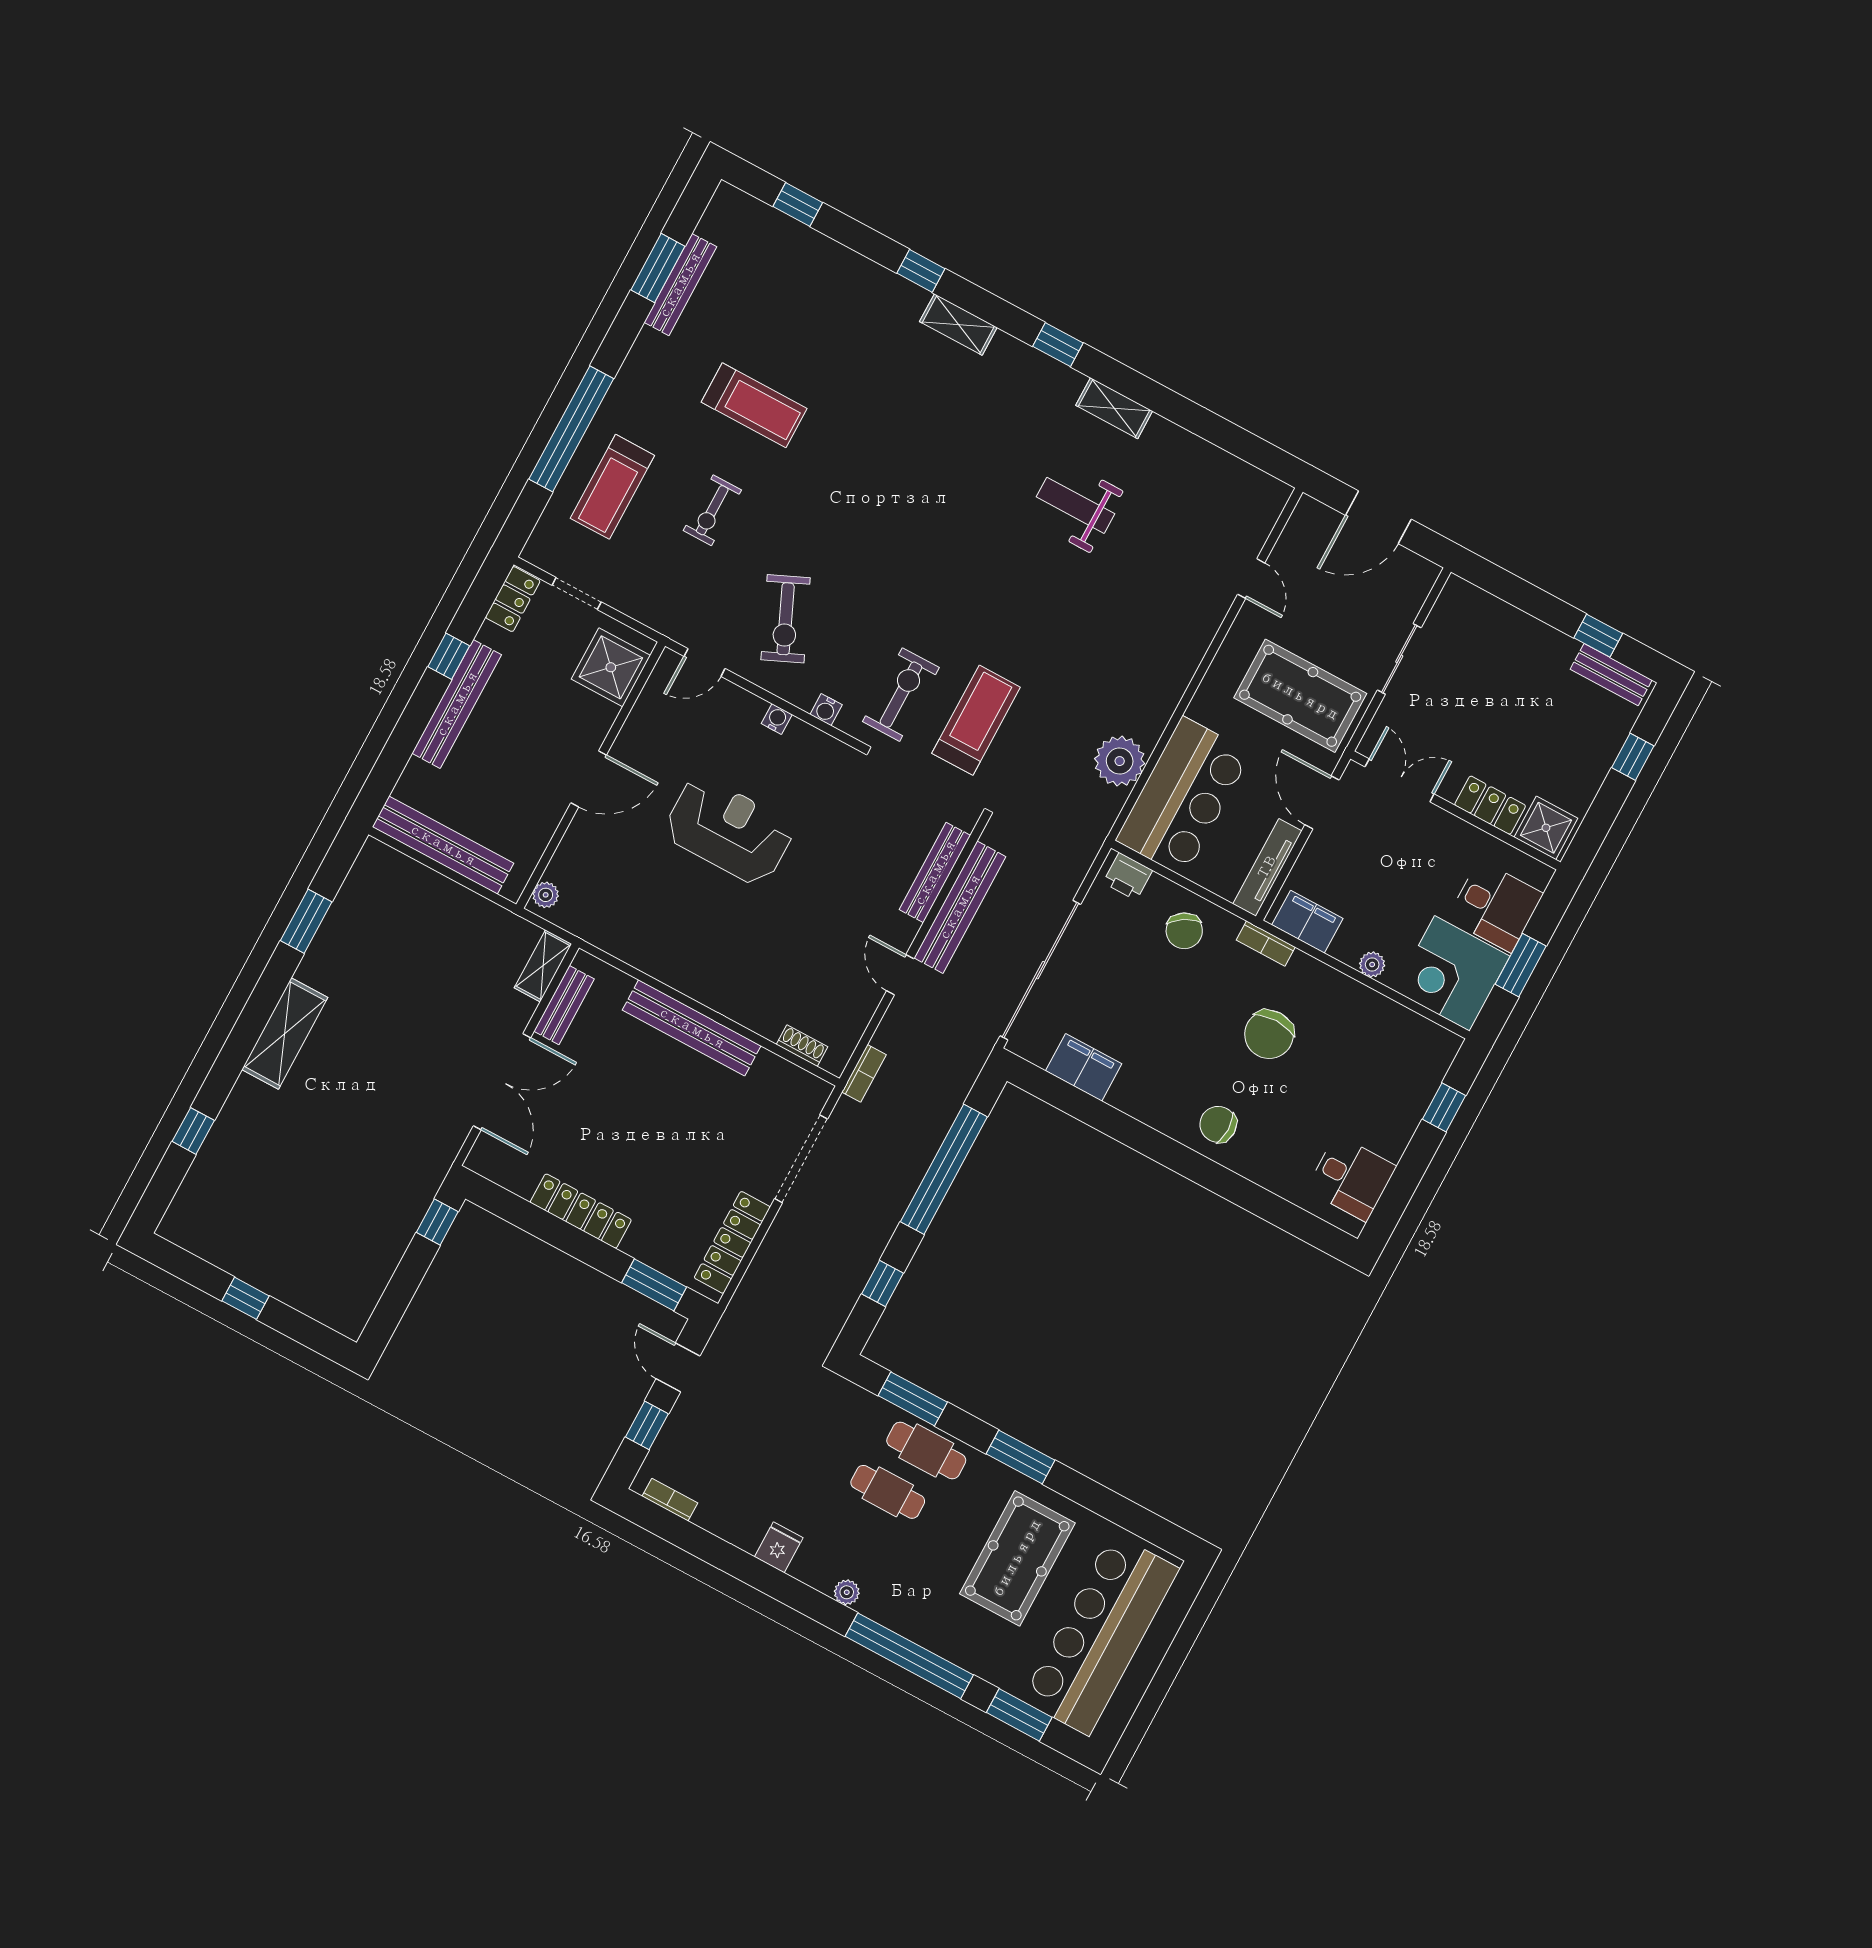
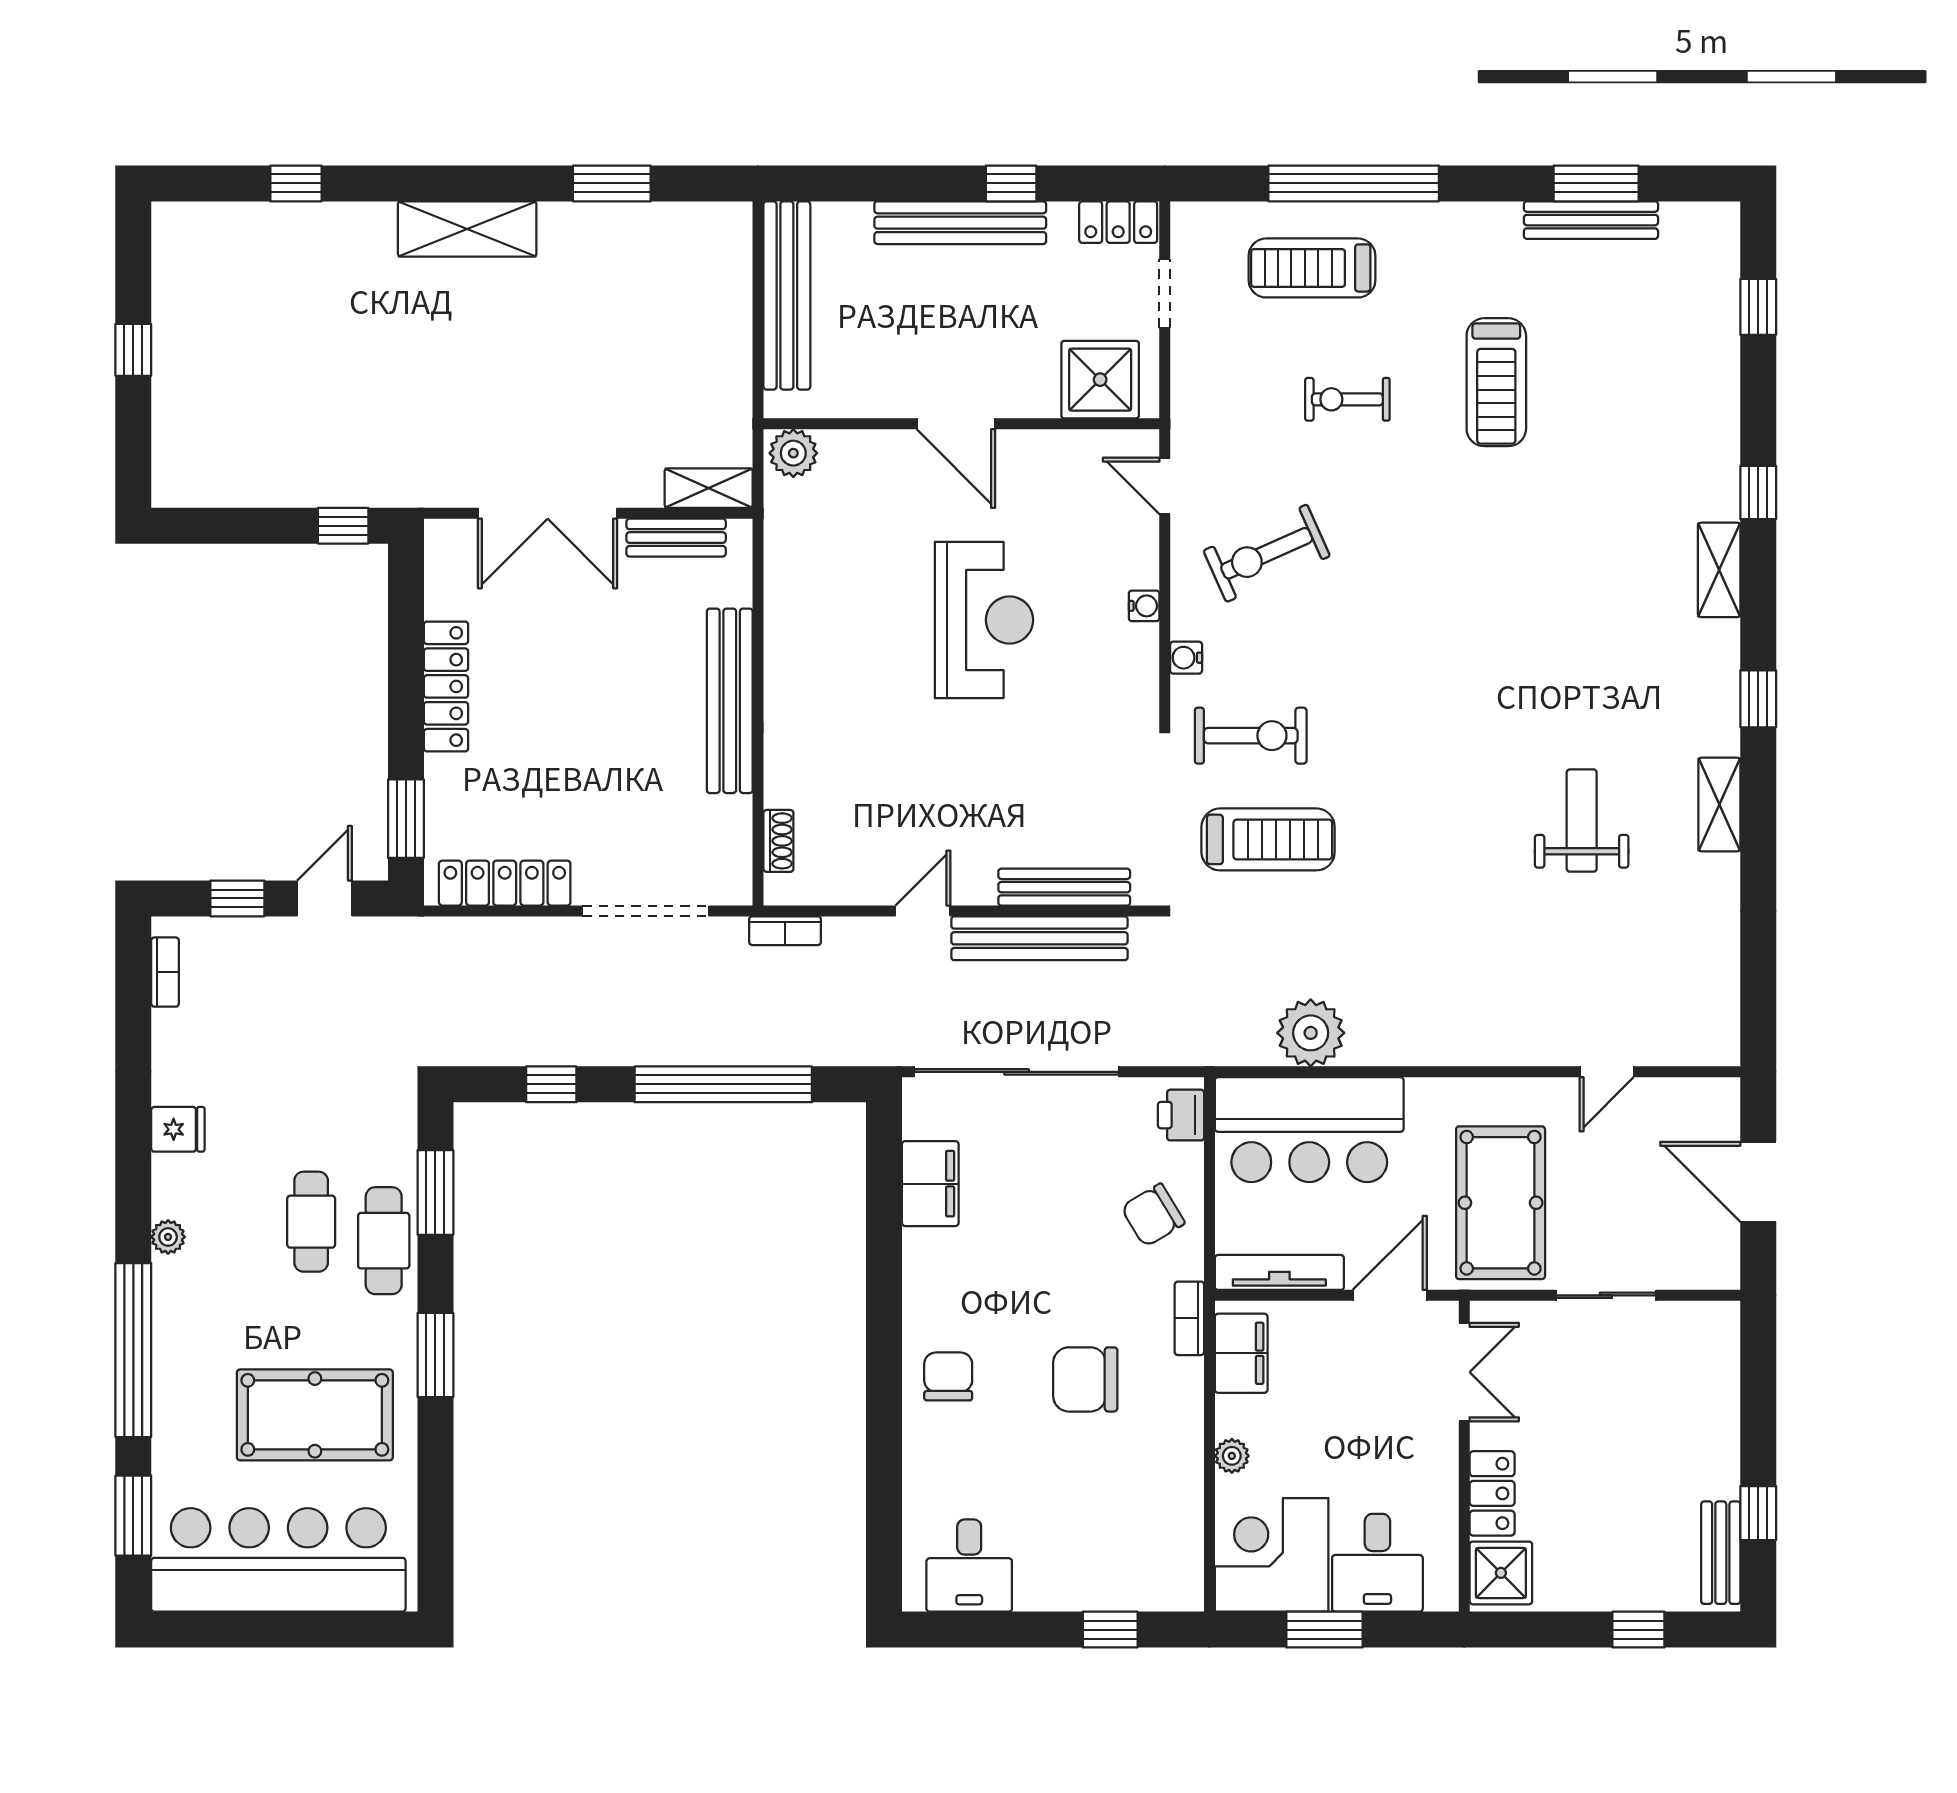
plant: (546, 895) -> (793, 453), width x1.38, depth x1.38

